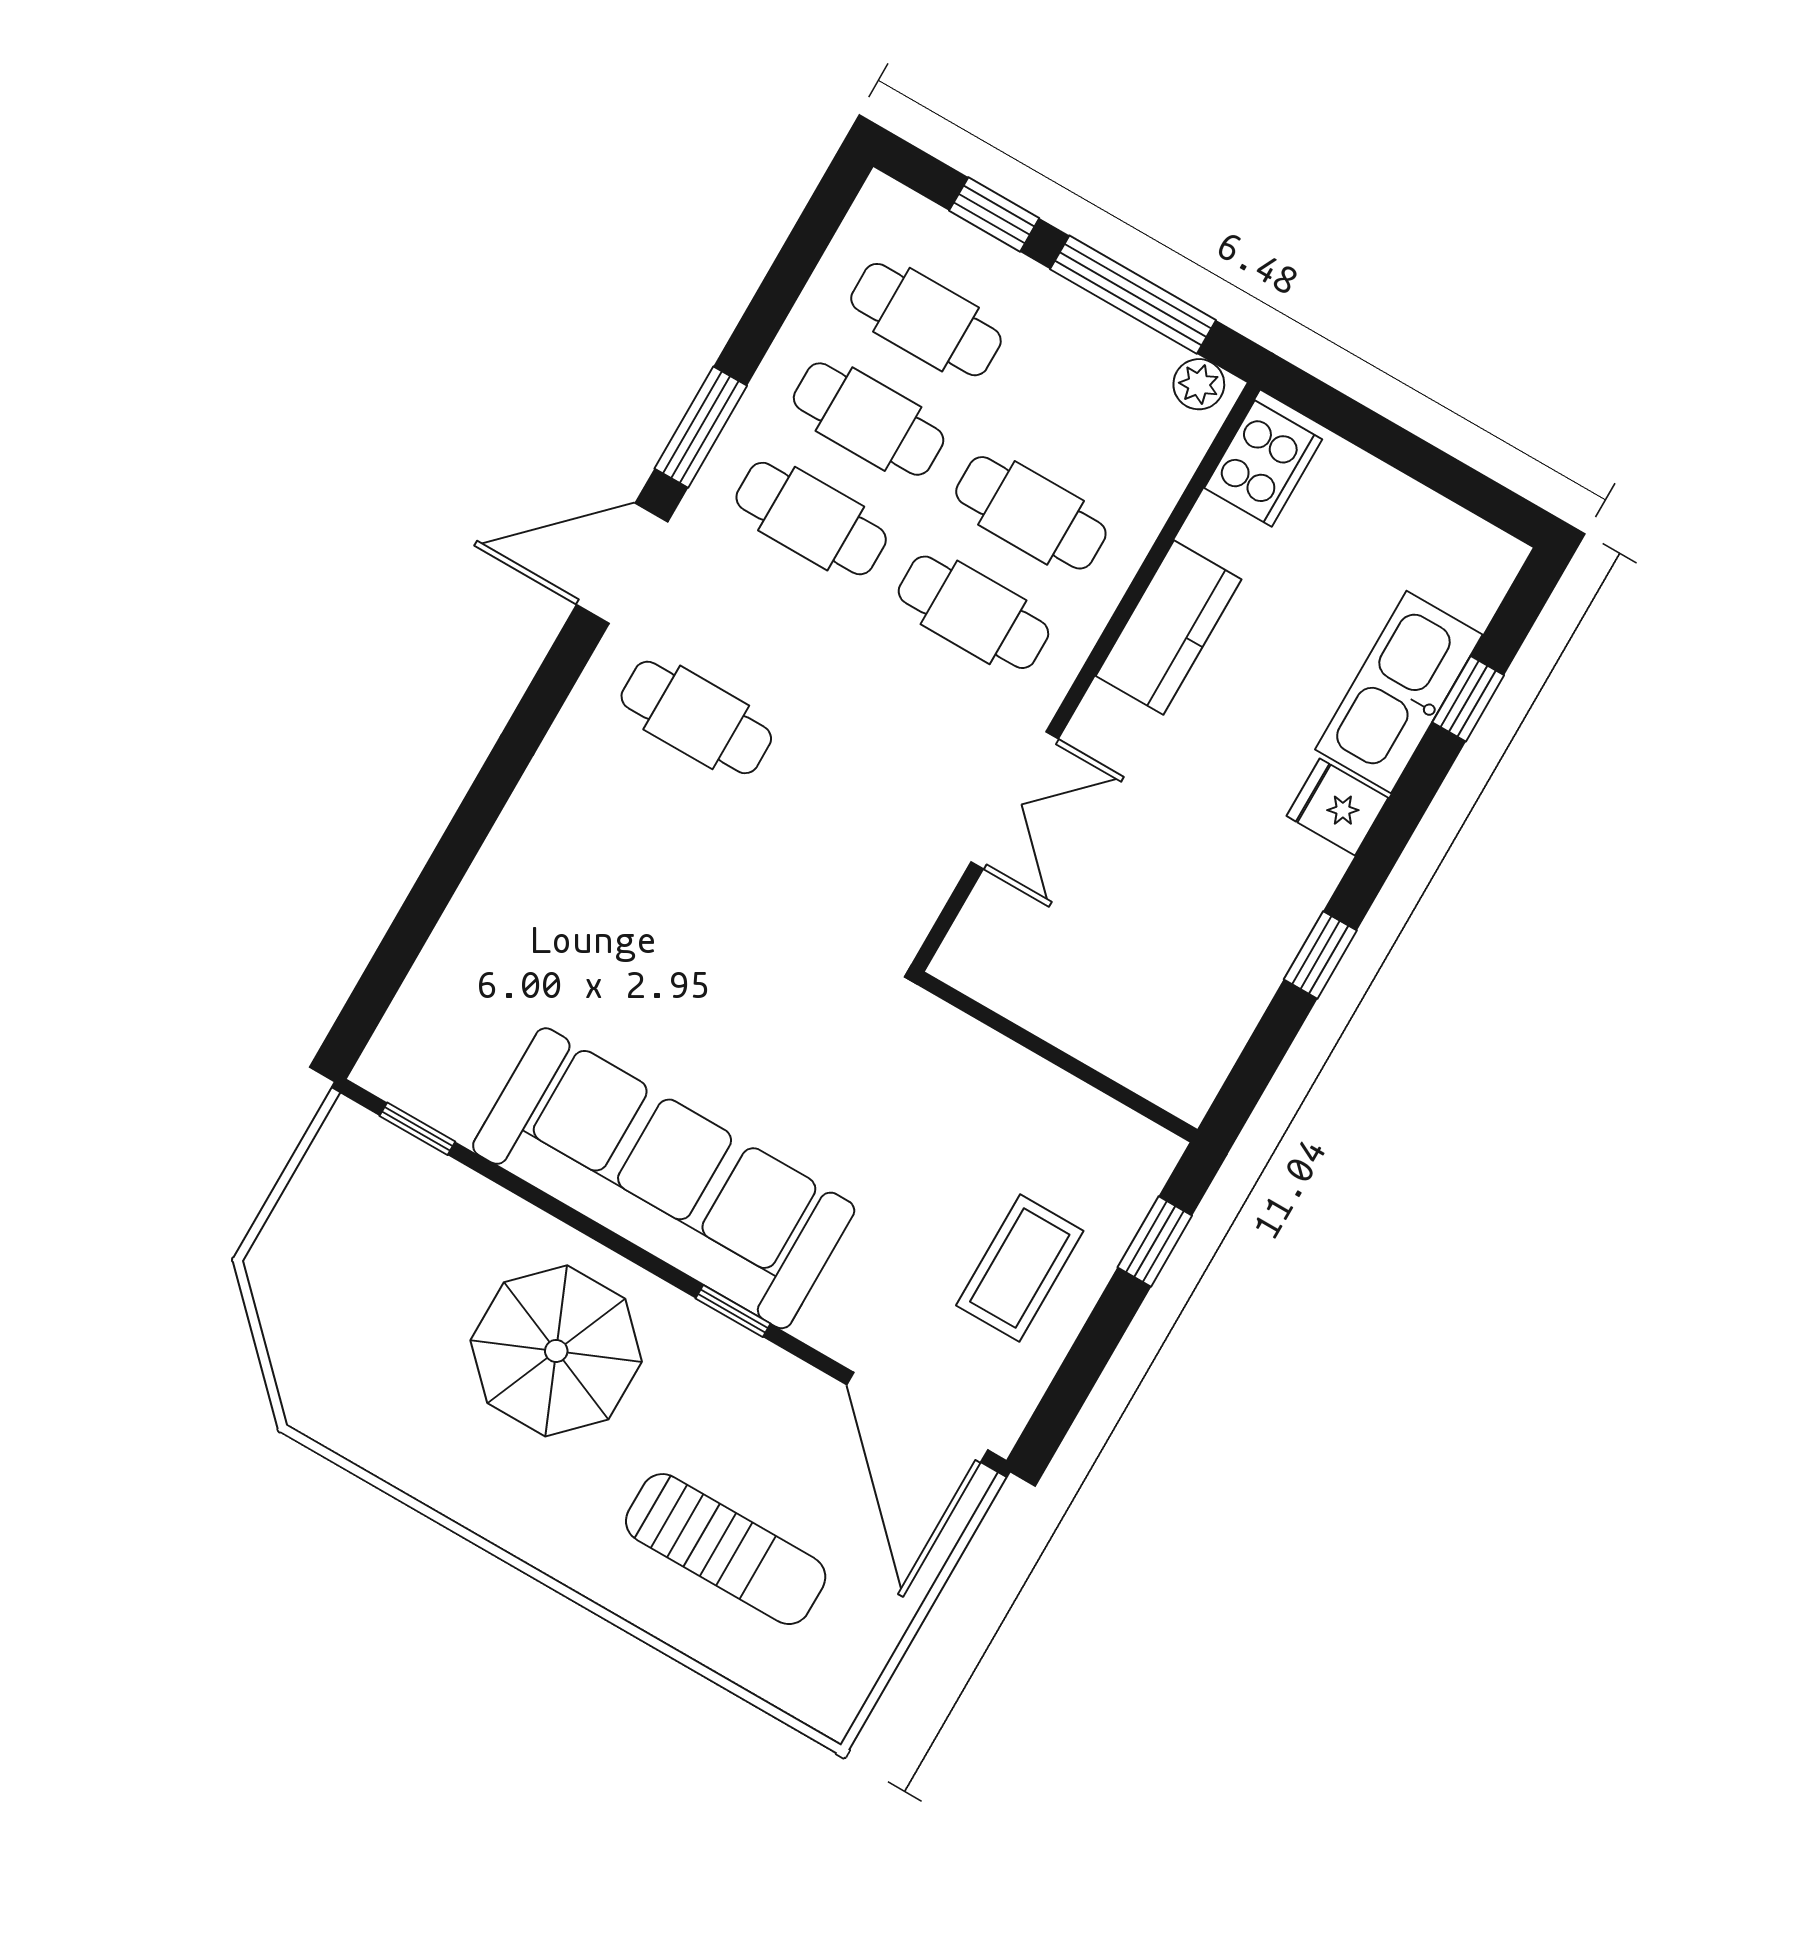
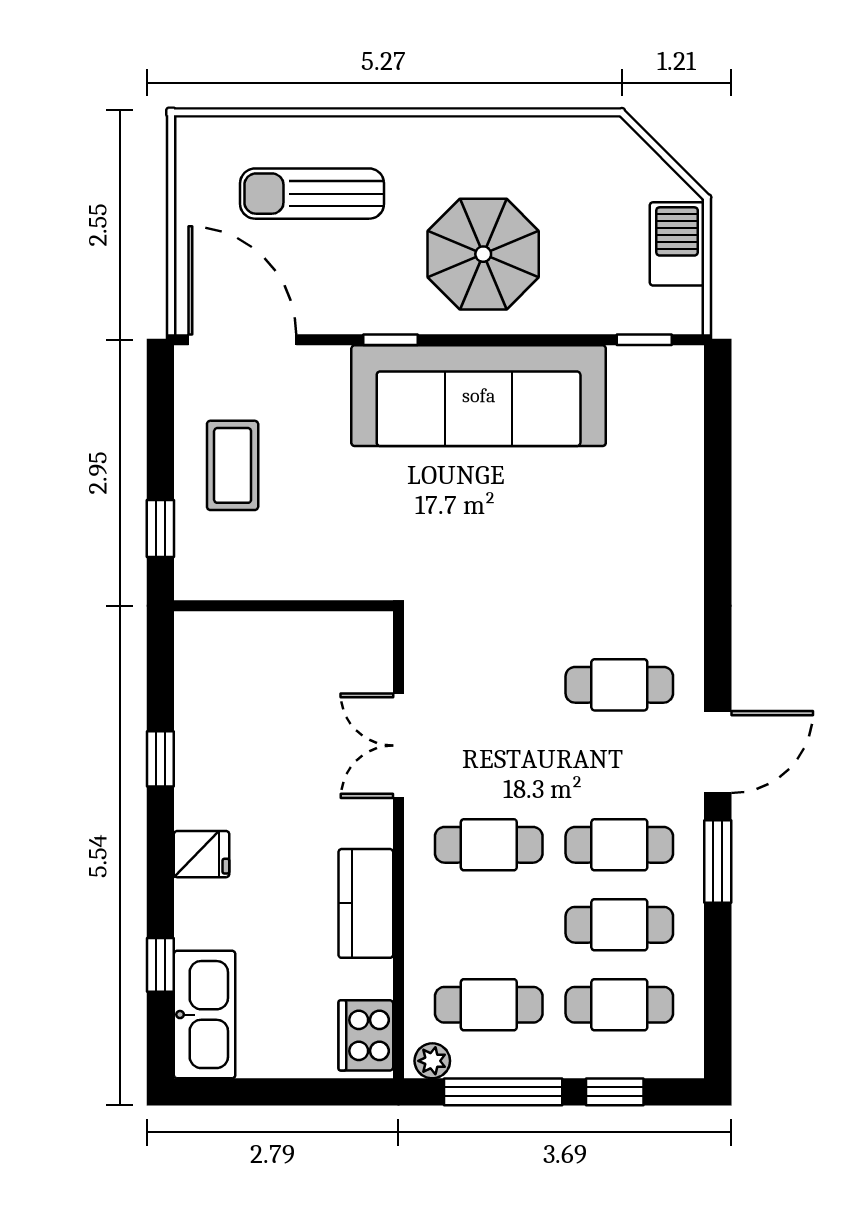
cafe table: (1031, 513) -> (489, 1005), moved
kitchen sink: (1399, 692) -> (205, 1015), moved
barbecue: (308, 1224) -> (677, 244), added

